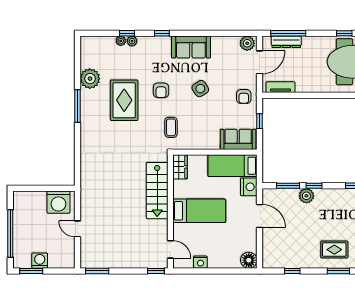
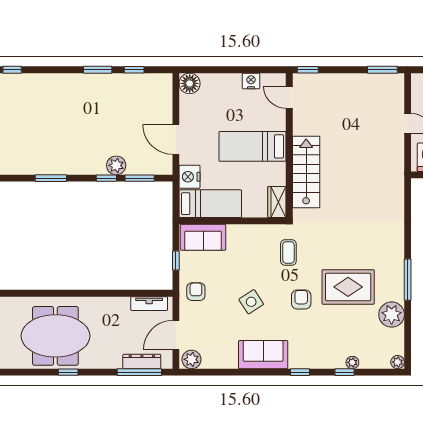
plant: (132, 41) -> (398, 362), moved
rug: (124, 100) -> (348, 287), turned 90
rug: (334, 250) -> (81, 97), removed
window: (338, 271) -> (98, 70), moved

